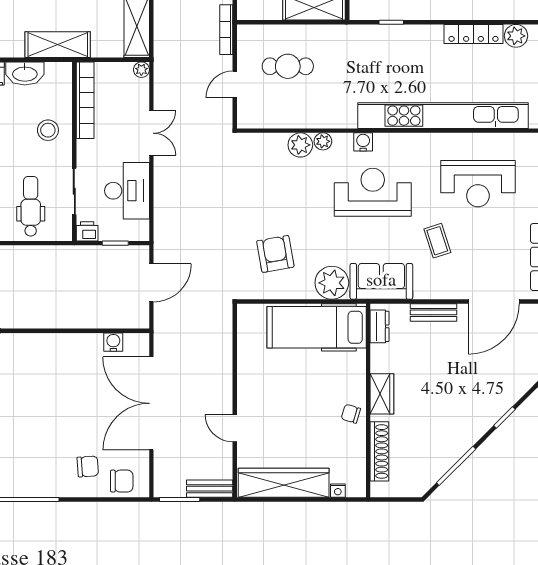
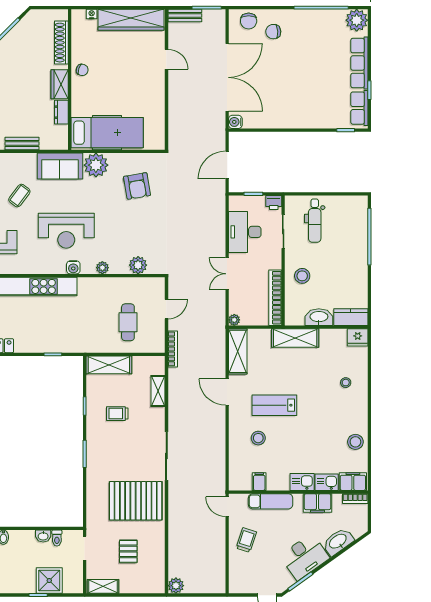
cafe table: (288, 66) -> (128, 322), turned 90
plant: (300, 145) -> (138, 265), moved
coffee table: (437, 241) -> (19, 196), turned 55
dresser: (380, 326) -> (61, 112), moved
water cooler: (113, 342) -> (235, 122), moved, turned 90
chair: (122, 481) -> (249, 21), turned -90

